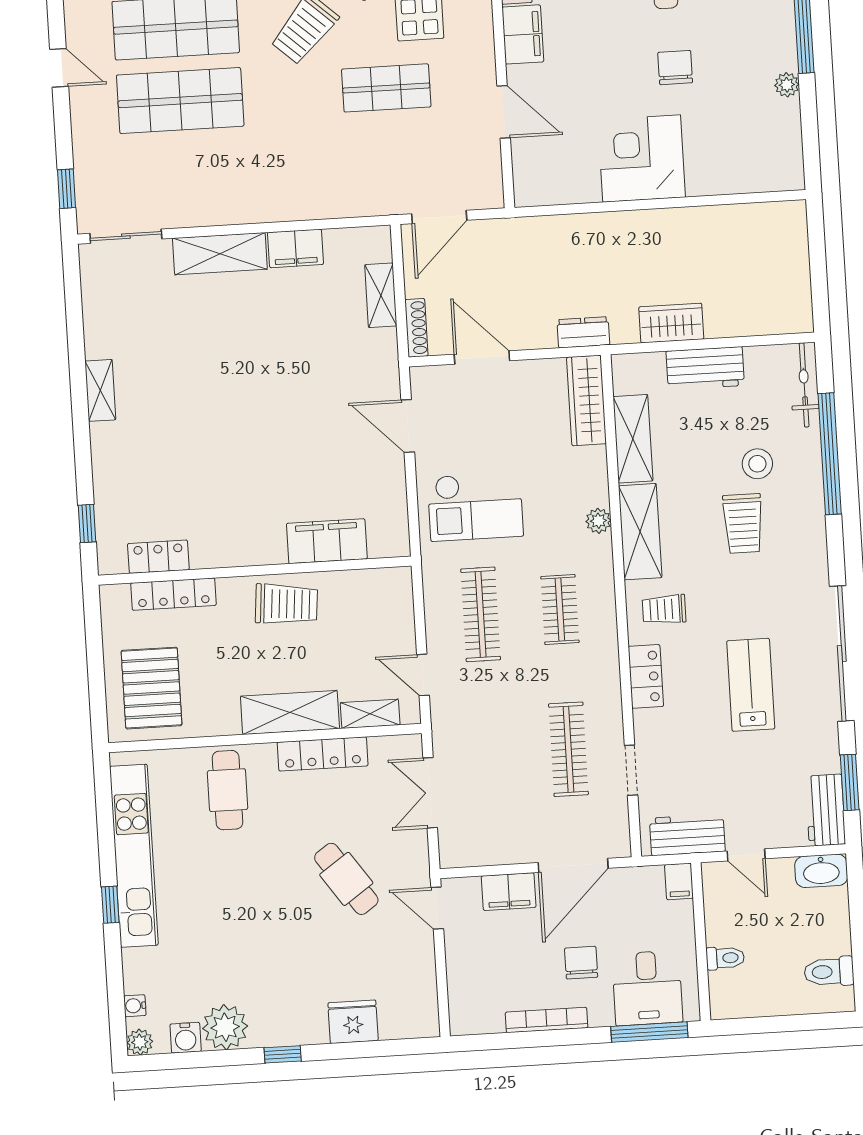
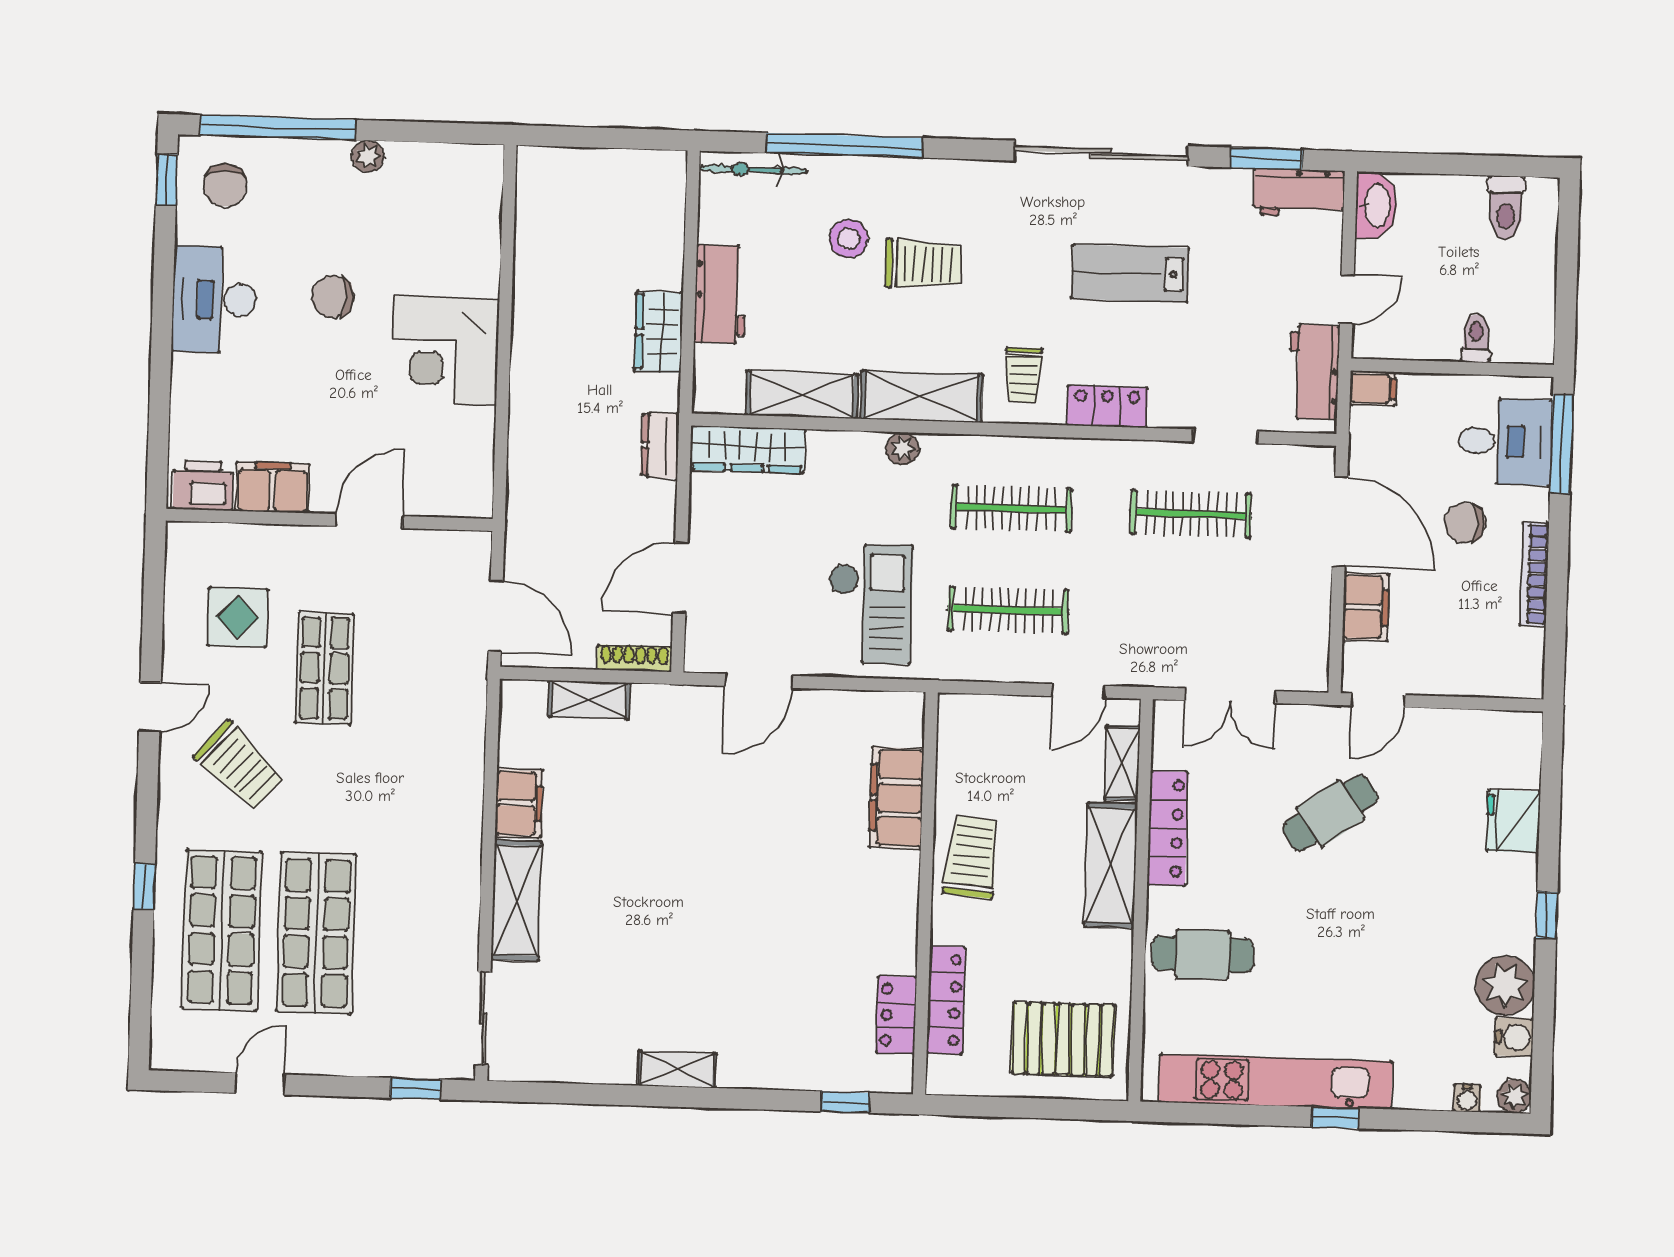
clothes rail: (560, 609) -> (1011, 508), width x1.36

